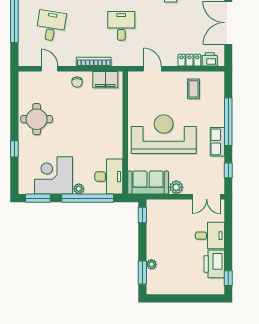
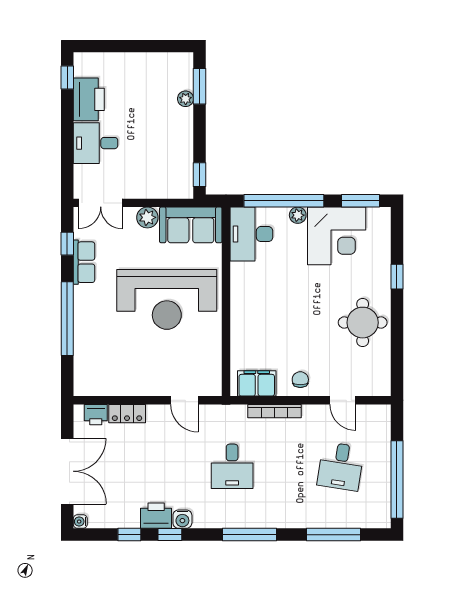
coffee table: (193, 89) -> (121, 369), removed
row of seats: (217, 142) -> (84, 262), moved
double door: (207, 197) -> (101, 203), swing flipped

